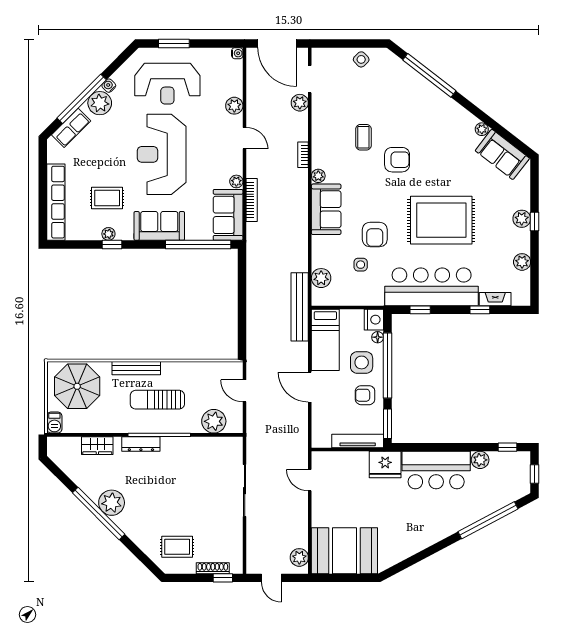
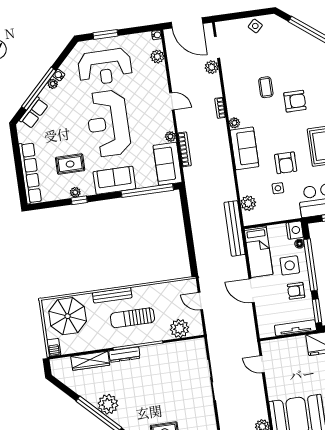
plant: (100, 103) -> (53, 84), width x0.53, depth x0.53
plant: (234, 106) -> (157, 57), moved
wardrobe: (97, 446) -> (90, 361), width x1.50

